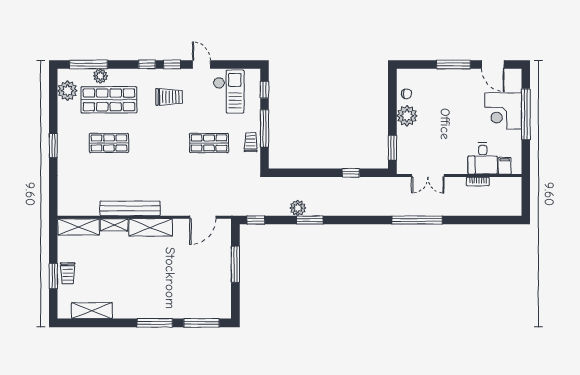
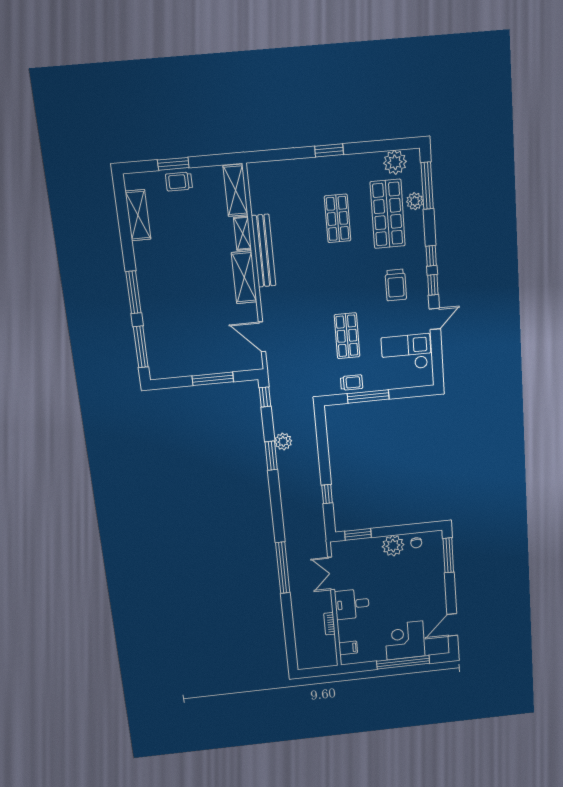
window: (453, 64) -> (448, 555), moved
window: (265, 90) -> (411, 392), removed
checkout: (229, 92) -> (406, 353), turned 180
desk: (483, 159) -> (352, 604), moved

